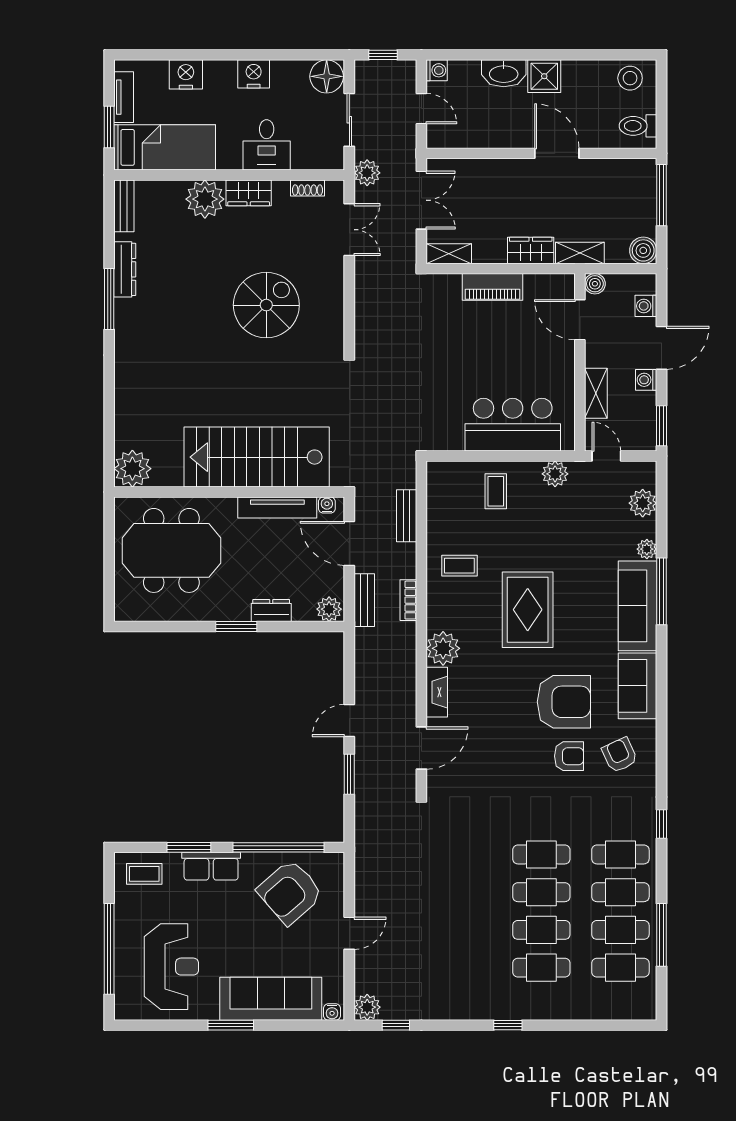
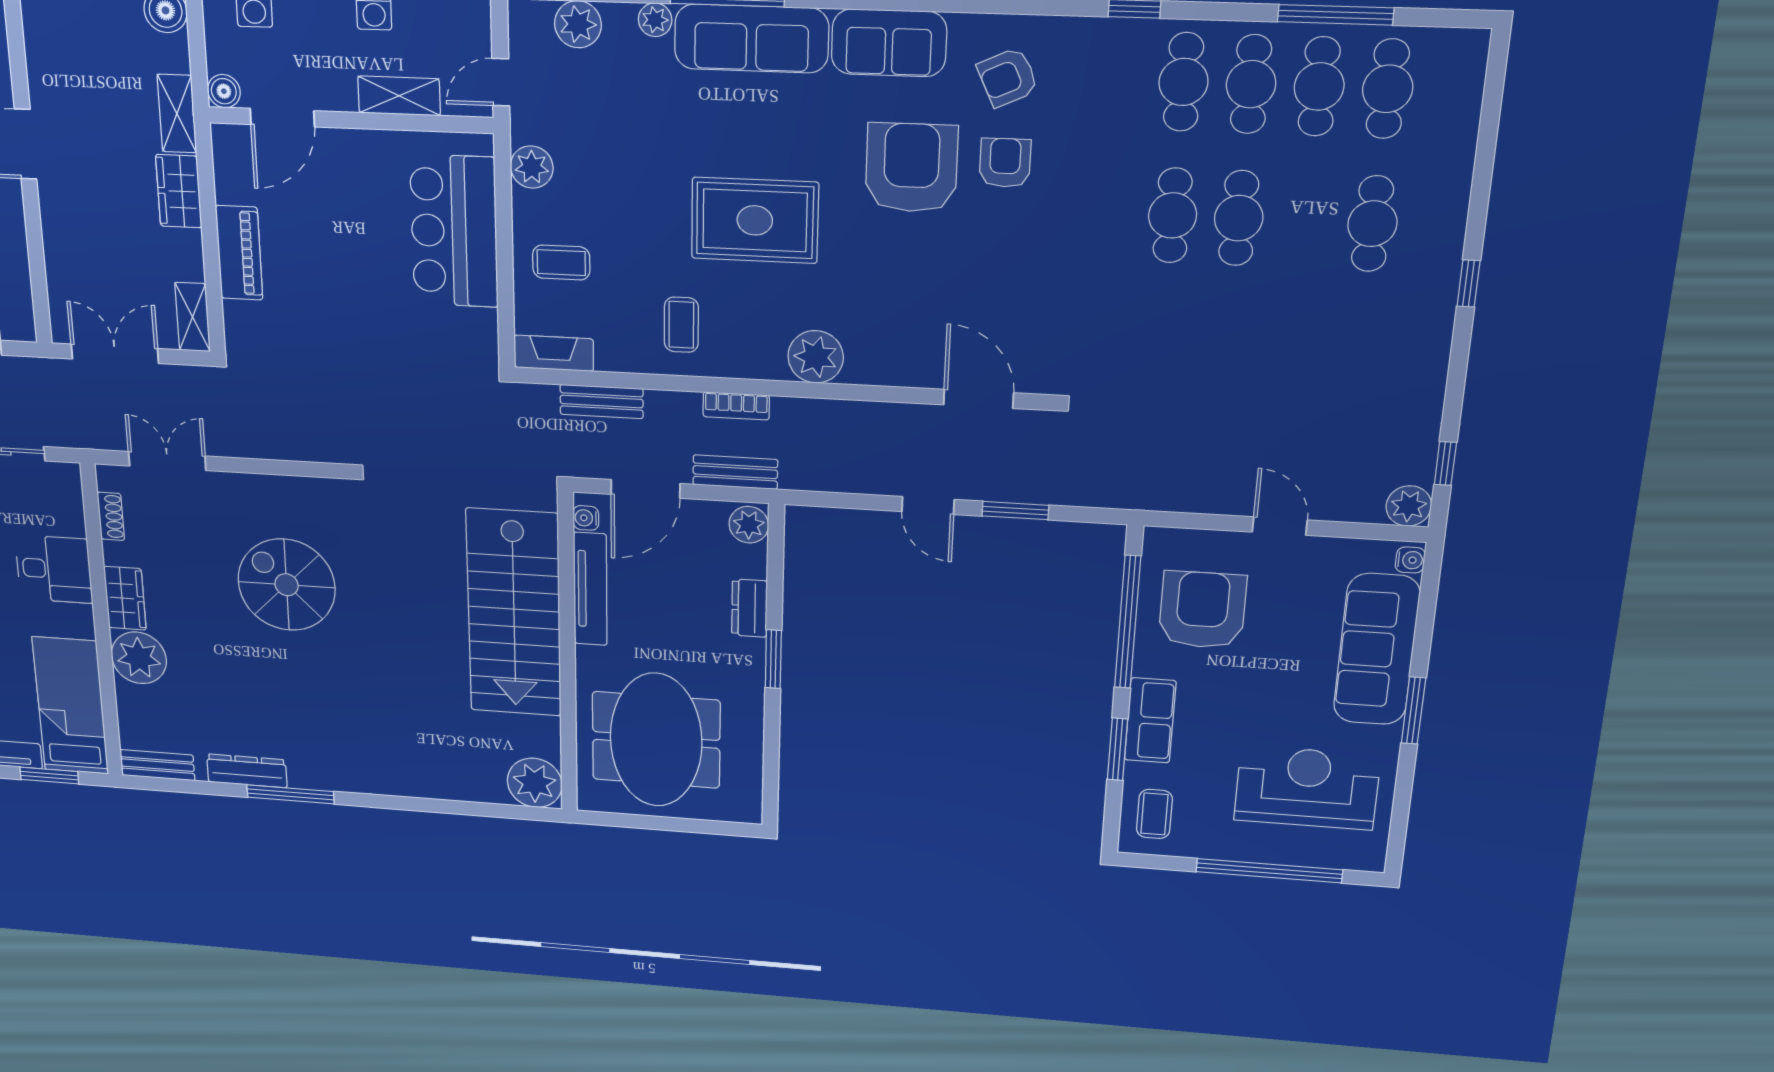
plant: (367, 173) -> (81, 430), removed
fireplace: (437, 692) -> (554, 353), moved
armchair: (290, 892) -> (1202, 610), turned -139
cafe table: (541, 930) -> (1305, 221), removed

